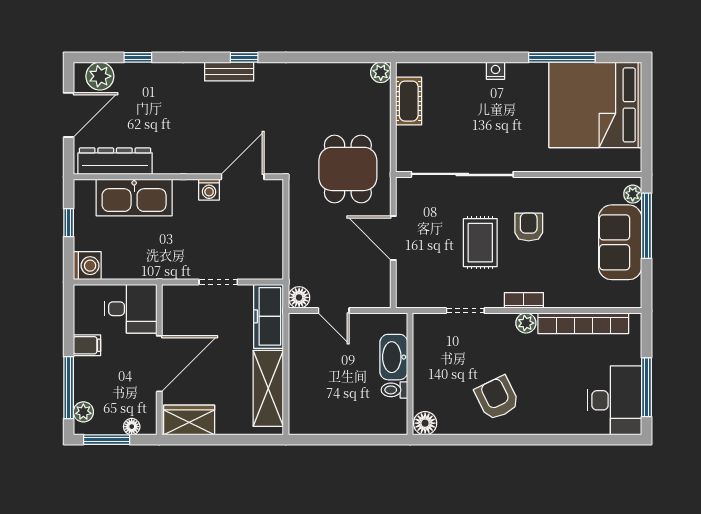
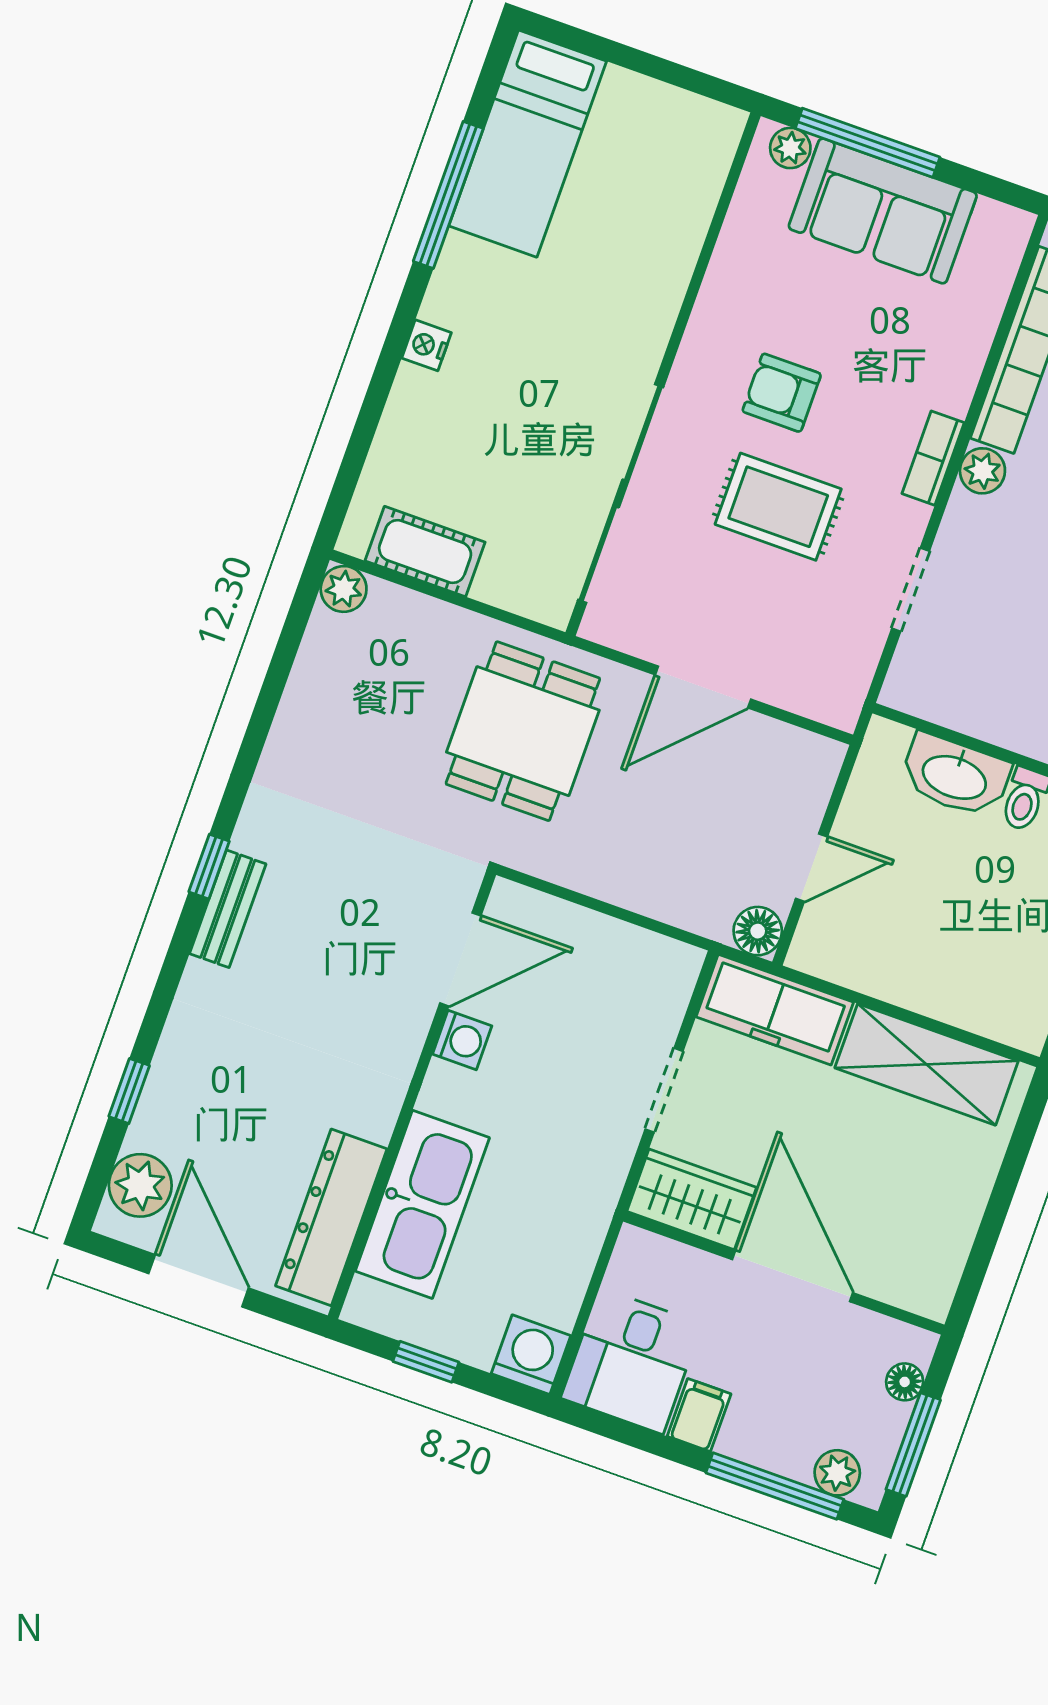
bed: (595, 105) -> (528, 144), width x0.49
dining table: (348, 169) -> (523, 731), turned 90
door: (243, 177) -> (460, 959), swing flipped
desk: (131, 309) -> (631, 1361), moved, turned 180
wardrobe: (189, 420) -> (692, 1199), moved, turned 90

